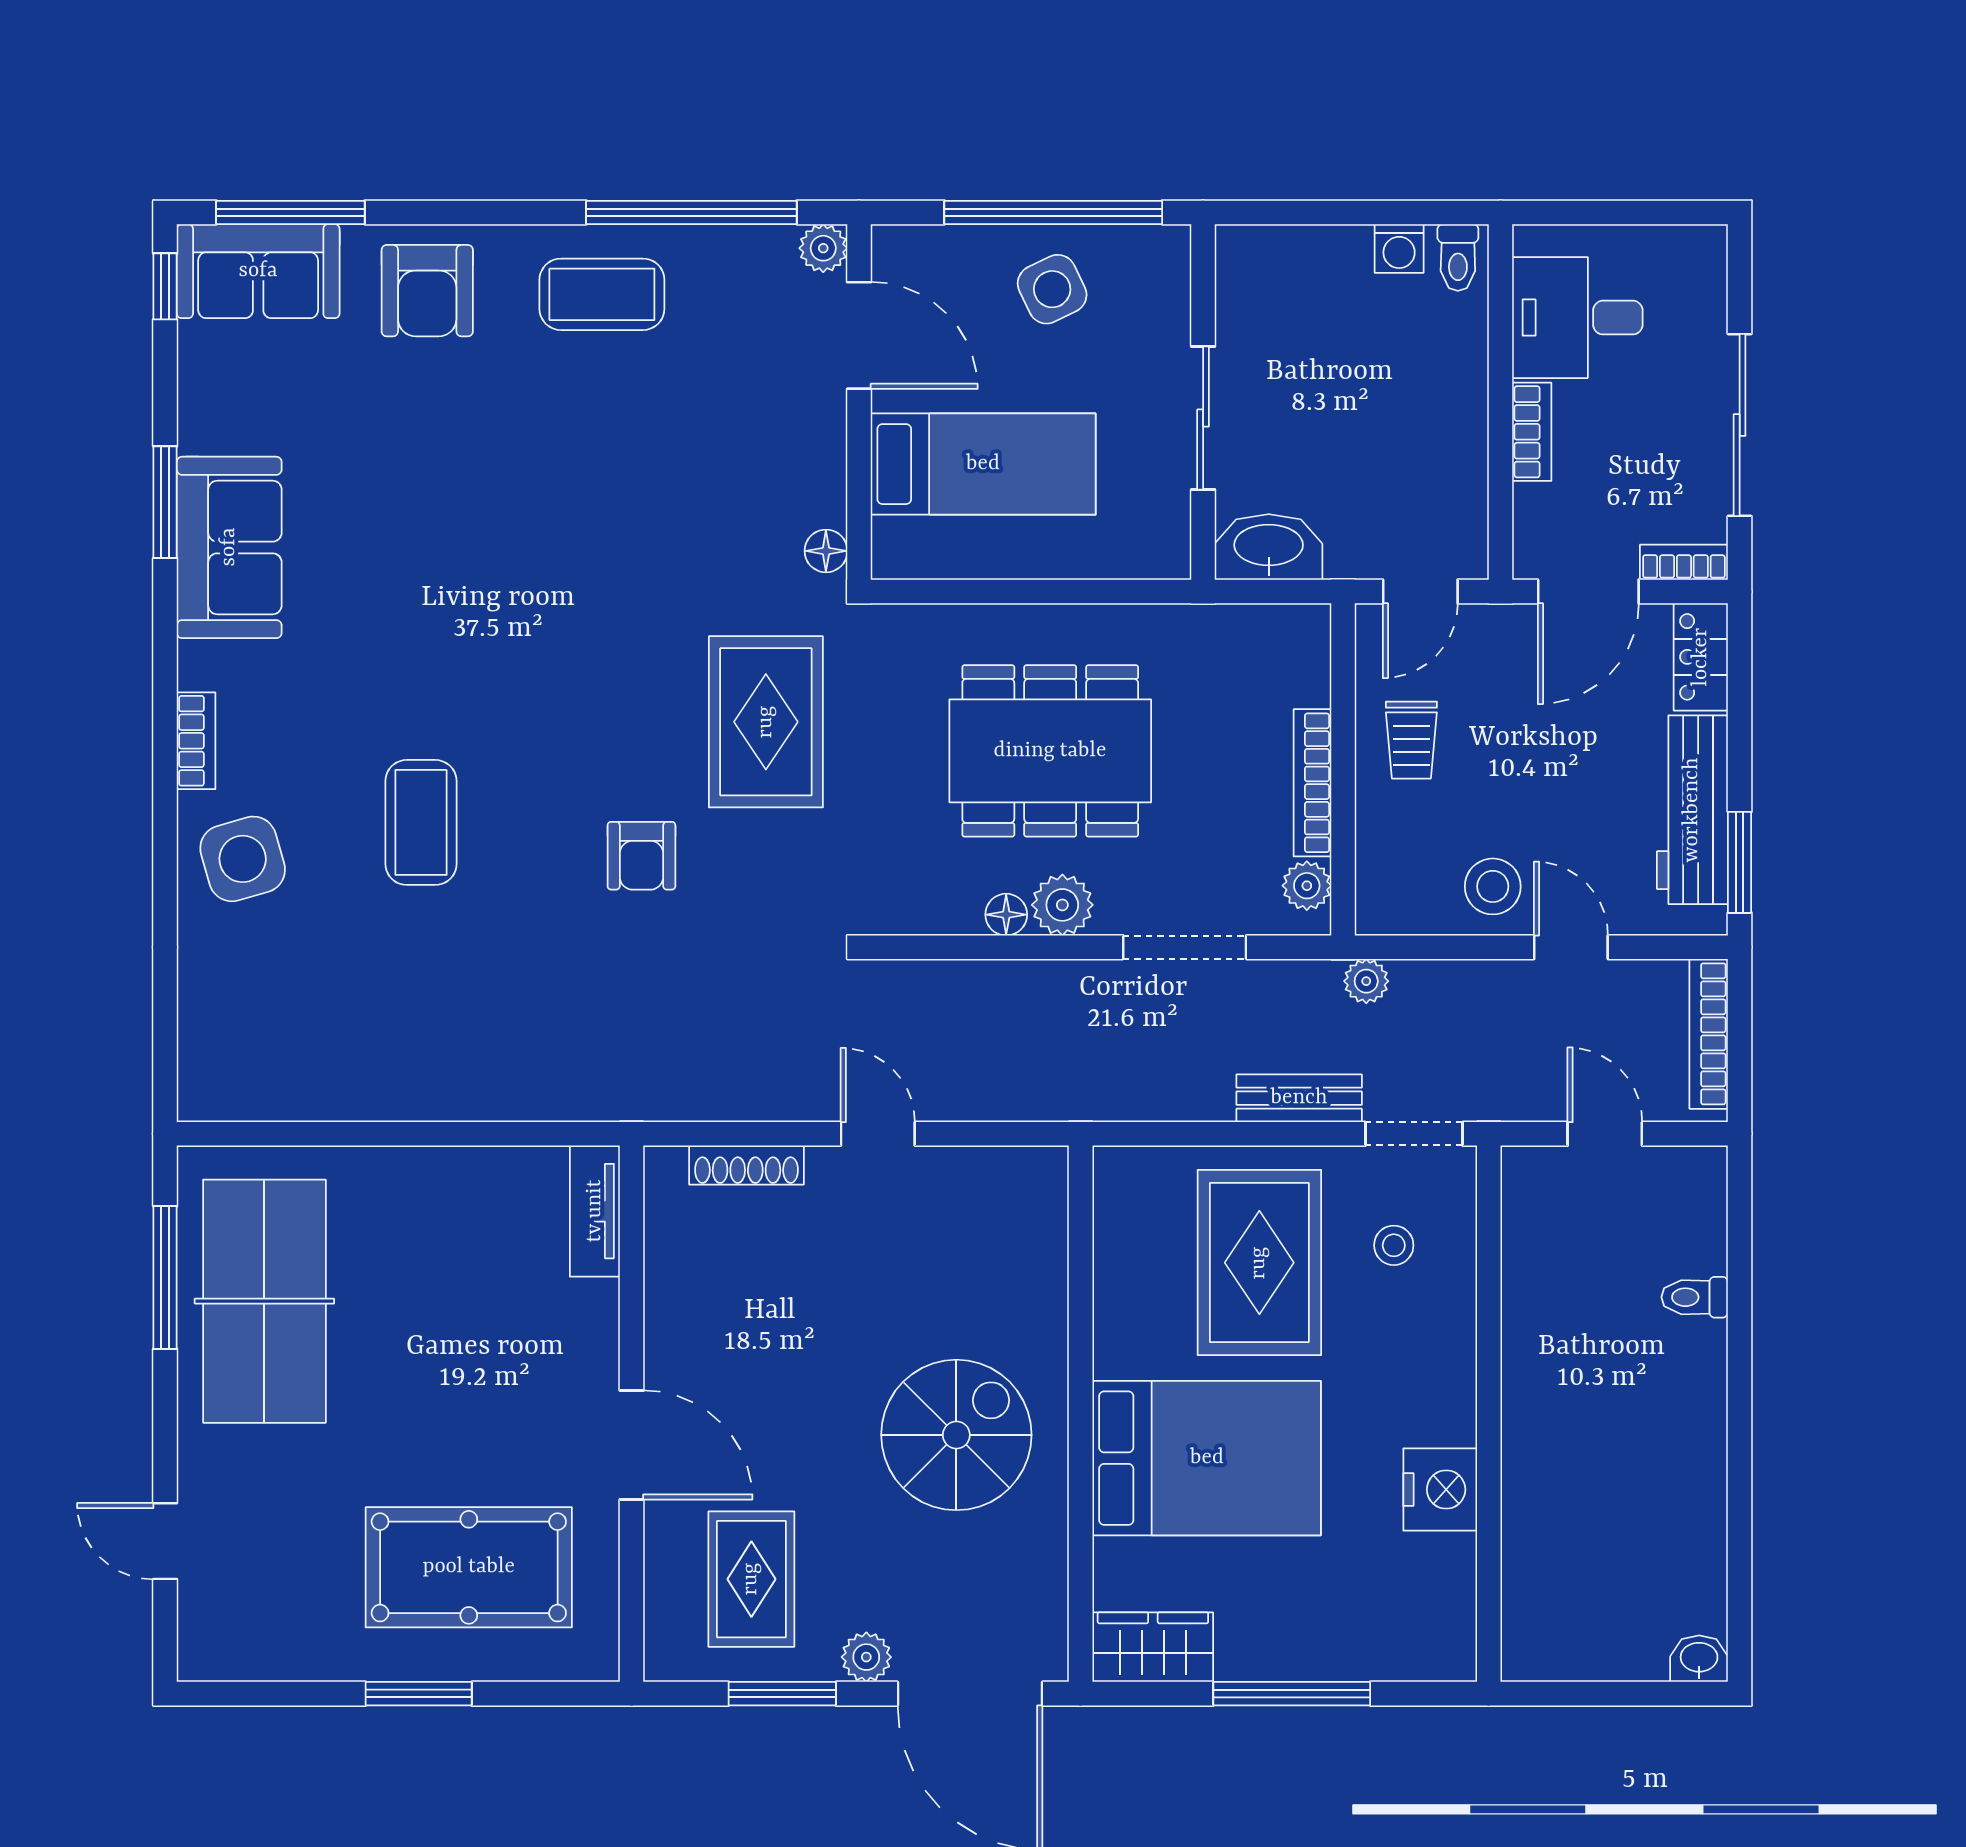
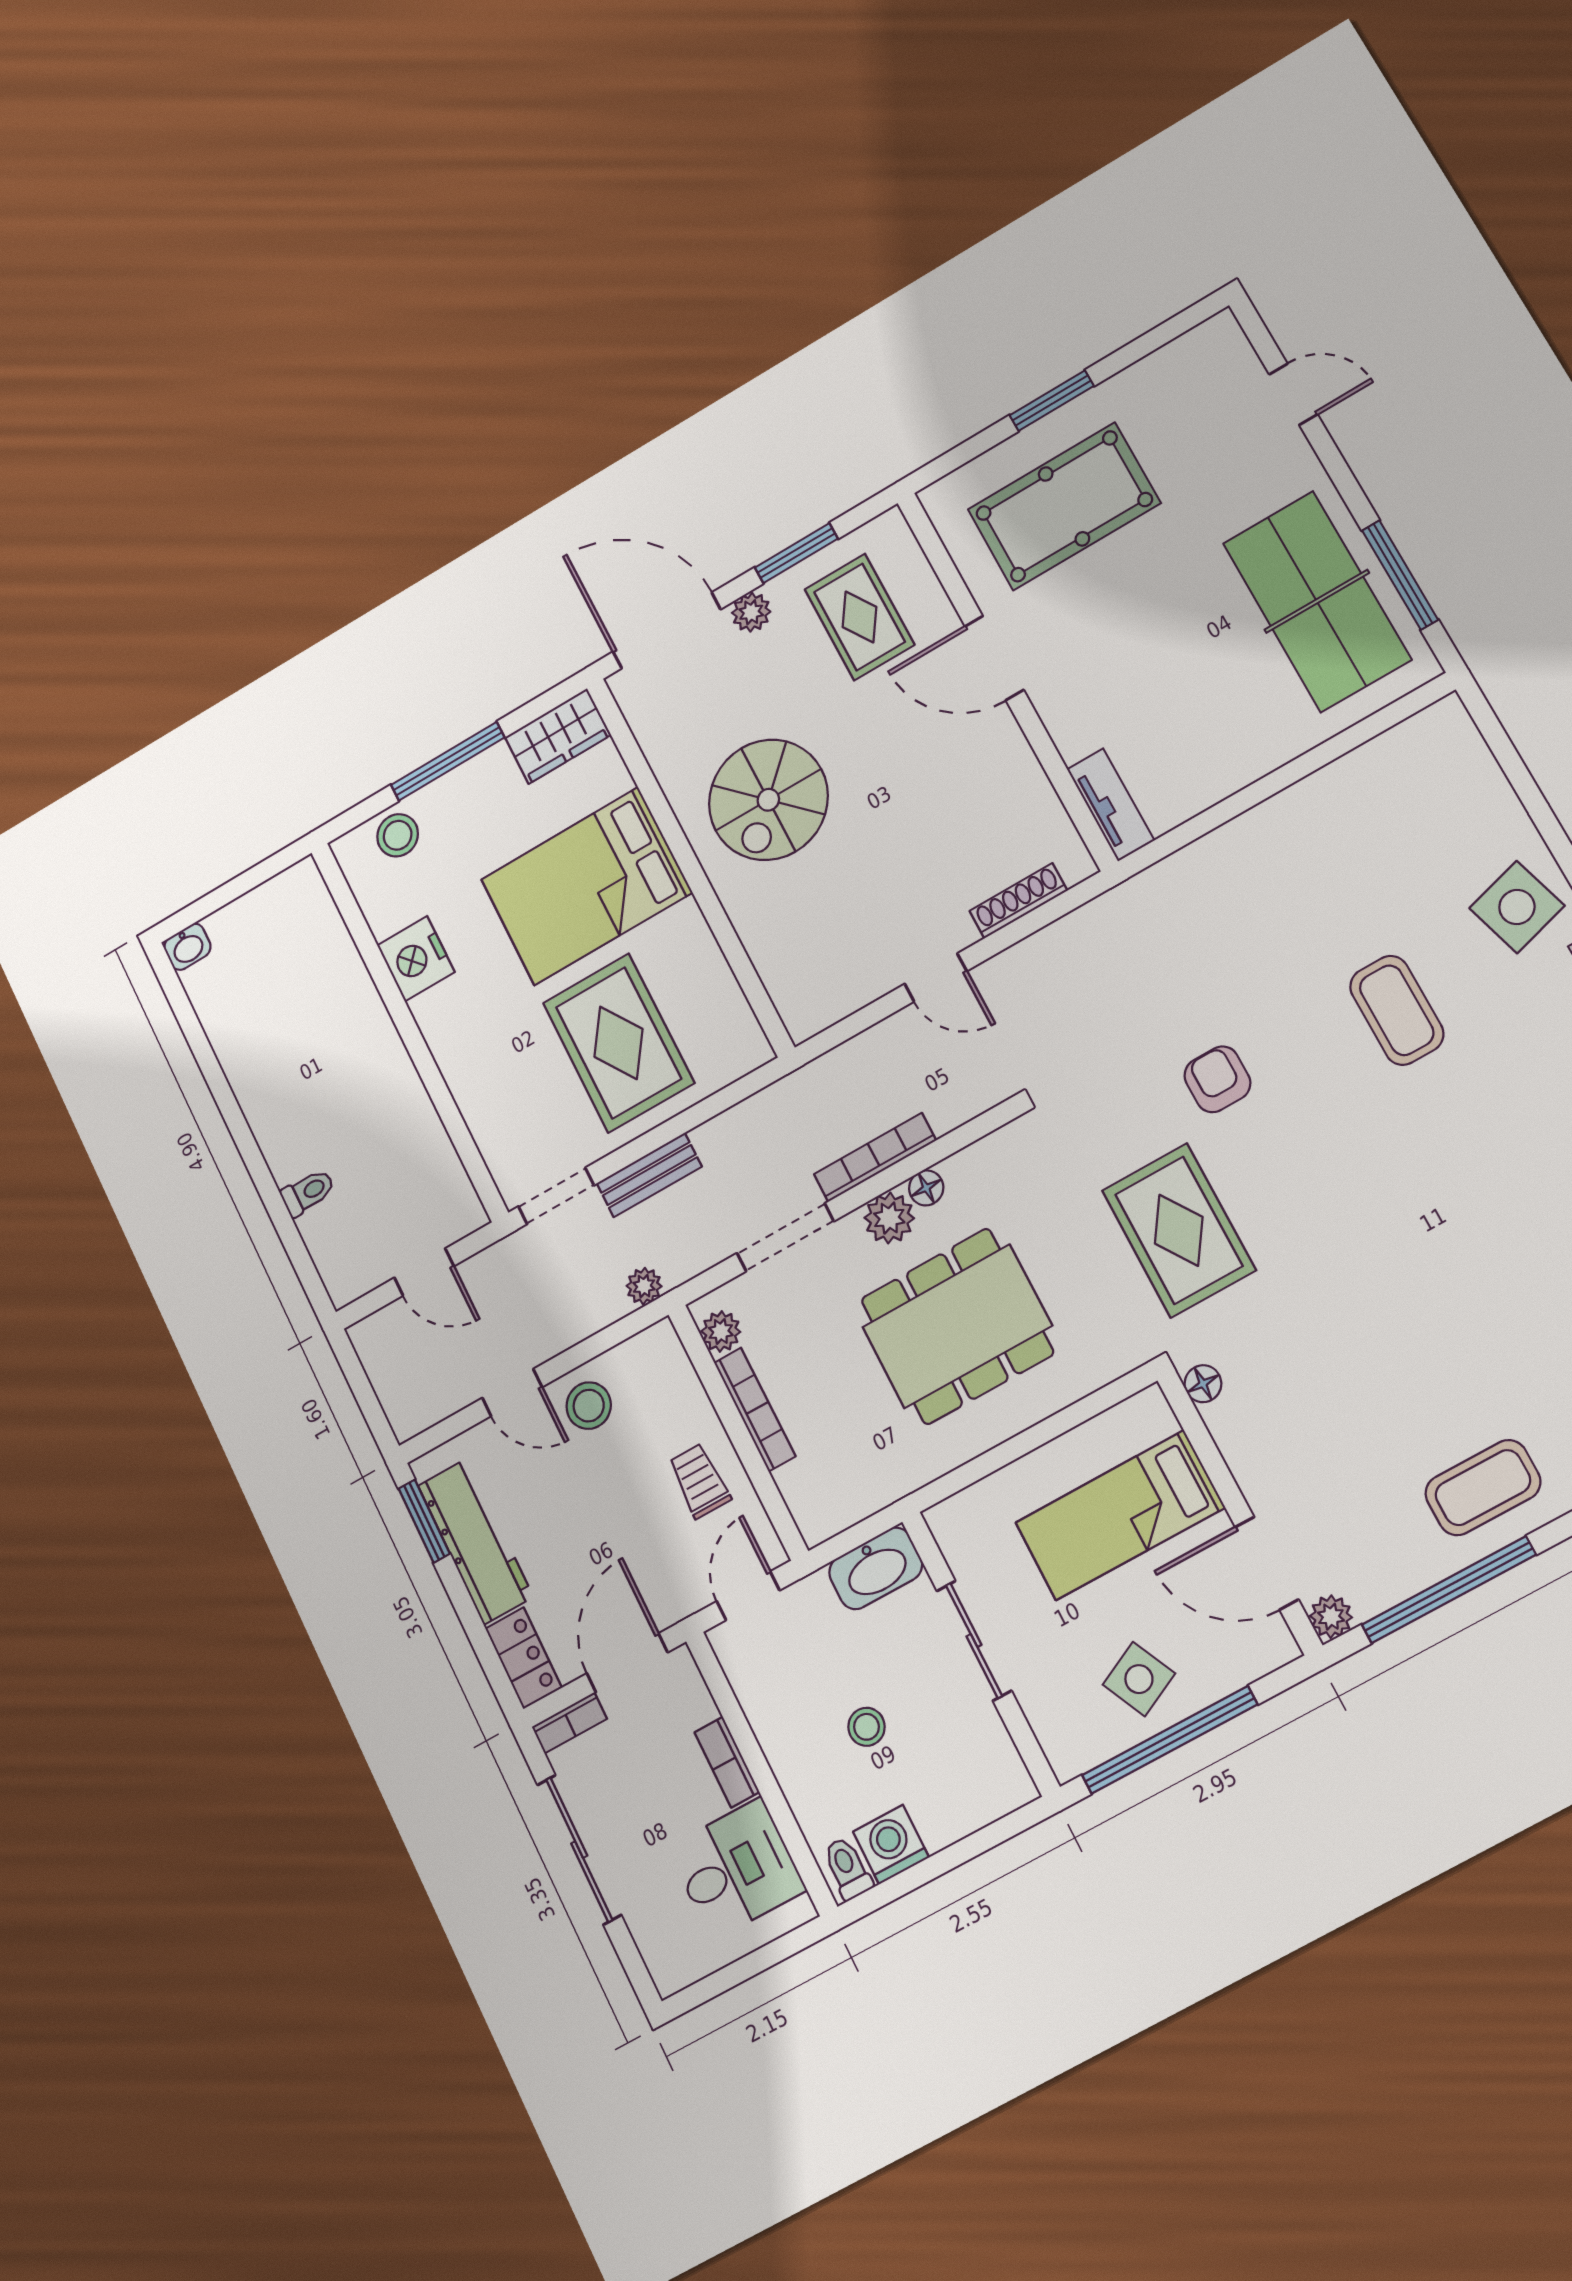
washing machine: (1399, 249) -> (891, 1845), width x1.38, depth x1.38
stool: (1363, 390) -> (866, 1727), added
bookcase: (1709, 1034) -> (875, 1157), moved, turned -90
stool: (1394, 1245) -> (398, 835), moved, width x1.37, depth x1.37

